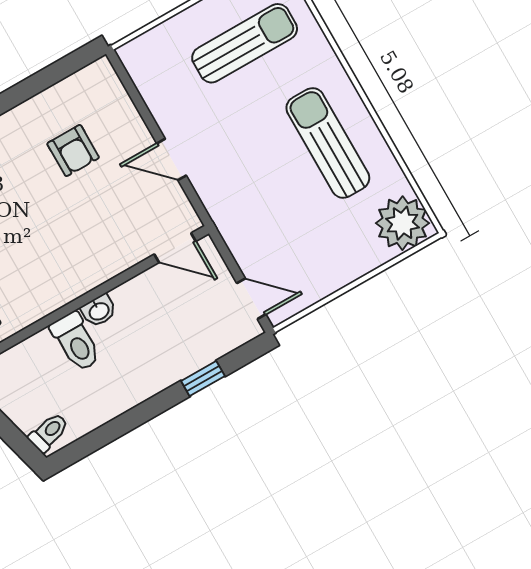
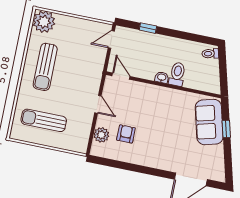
plant: (116, 109) -> (101, 135), added
door: (251, 299) -> (111, 40), hinge flipped

